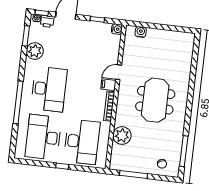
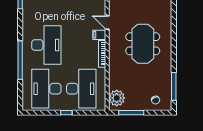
plant: (35, 51) -> (30, 12), removed
door: (119, 72) -> (107, 22), hinge flipped
plant: (122, 135) -> (117, 98), moved

